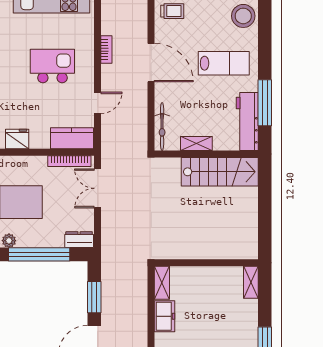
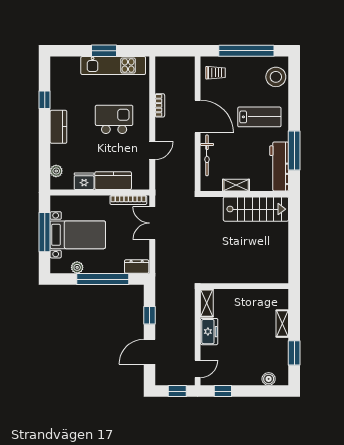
bicycle: (162, 127) -> (207, 155), moved
kitchen counter: (72, 138) -> (113, 181), moved
shelving: (251, 282) -> (282, 324), moved
window: (94, 297) -> (149, 315), width x0.67

